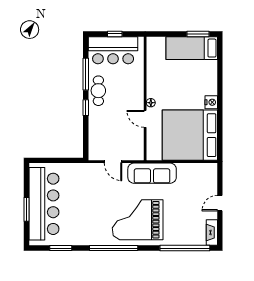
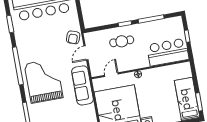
bar counter: (113, 50) -> (168, 52), moved, turned 90
cafe table: (98, 91) -> (122, 41), moved
door: (145, 119) -> (111, 75), moved
armchair: (91, 174) -> (73, 37), added

